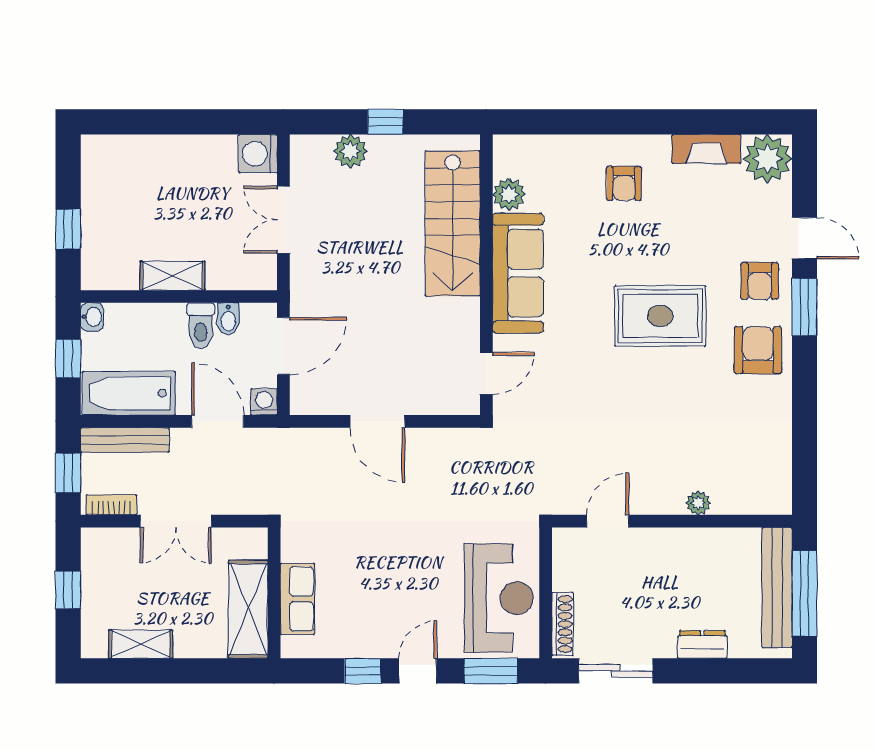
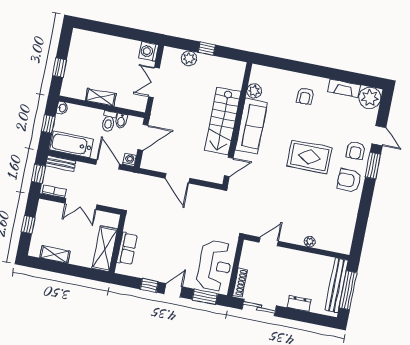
stairs: (453, 223) -> (223, 121), moved
armchair: (758, 350) -> (349, 180), turned -90
bench: (125, 440) -> (61, 163), width x0.73

